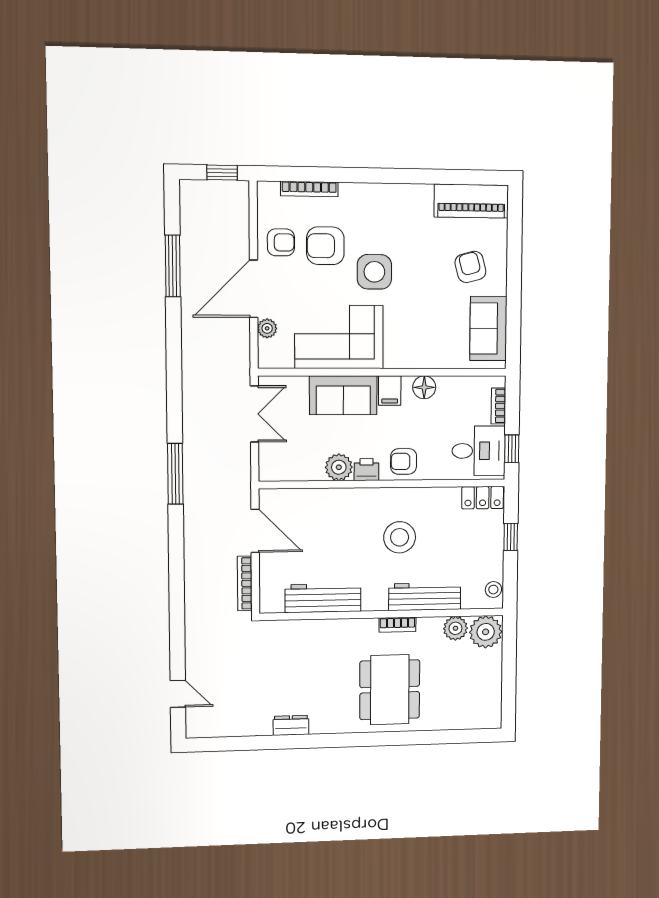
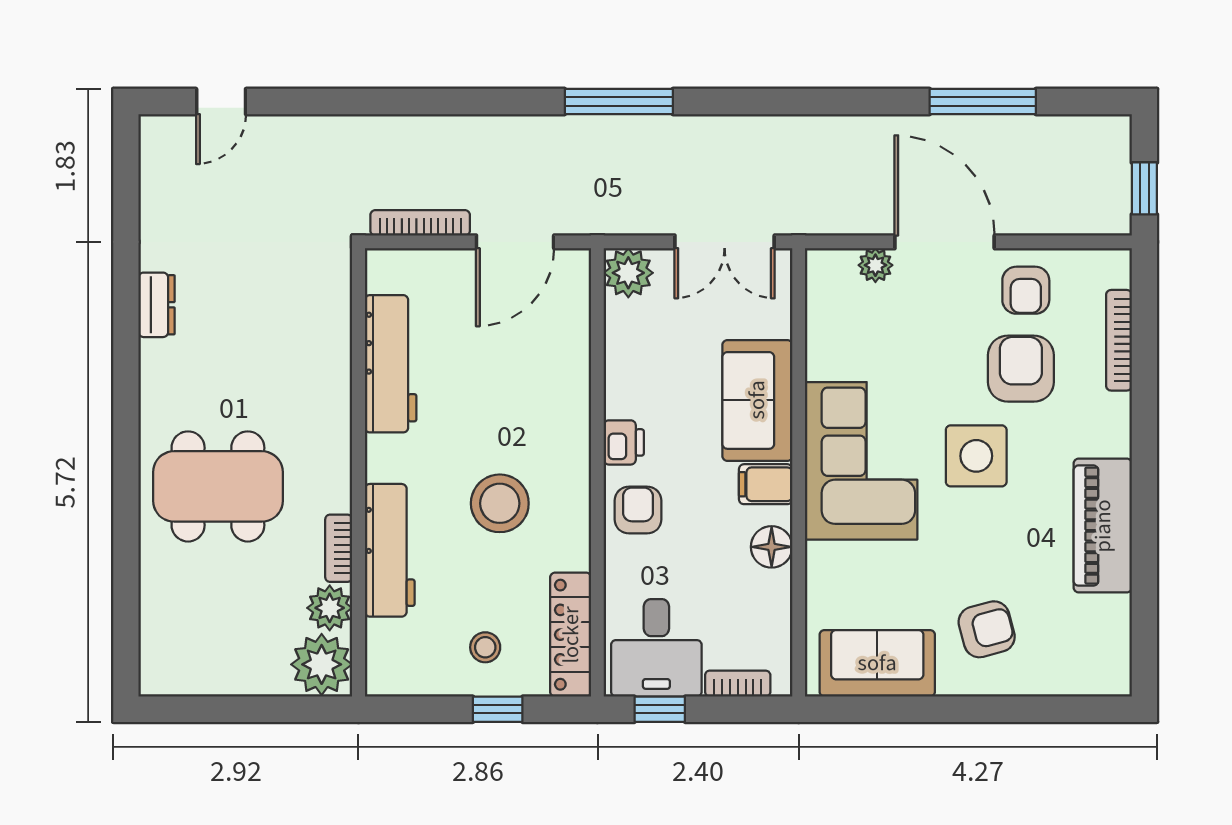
piano: (471, 201) -> (1103, 526), moved
corner sofa: (339, 337) -> (861, 461), moved
plant: (339, 467) -> (628, 273), moved
locker: (483, 498) -> (571, 635), width x1.53
stool: (493, 590) -> (485, 647), moved
bookcase: (397, 625) -> (339, 548), moved

